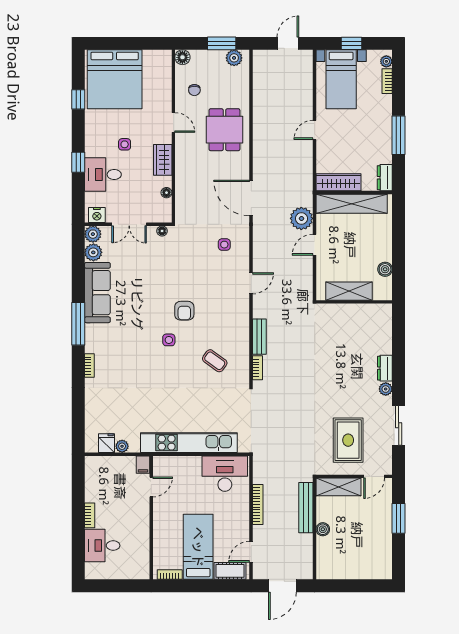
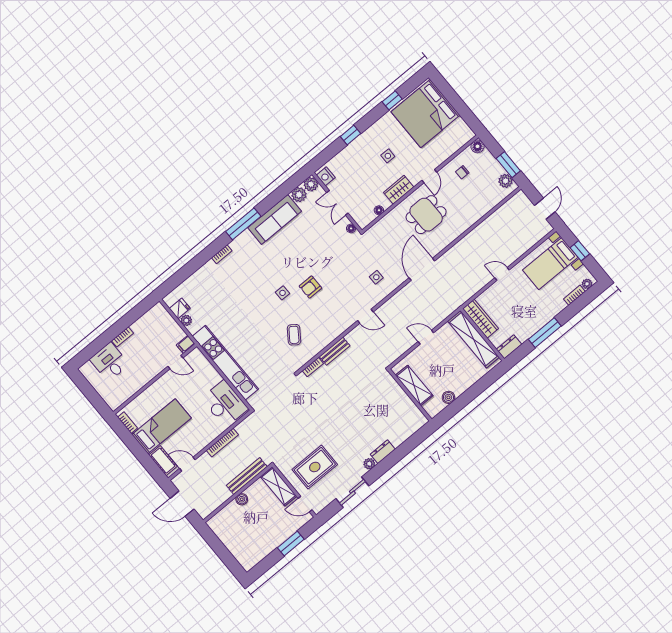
door: (288, 43) -> (545, 209), hinge flipped
dining table: (224, 130) -> (426, 215), moved
desk: (103, 175) -> (356, 158), removed
plant: (301, 218) -> (436, 314), removed

